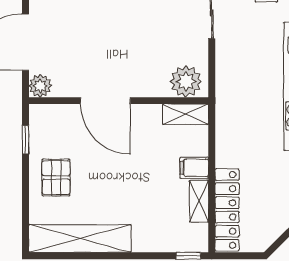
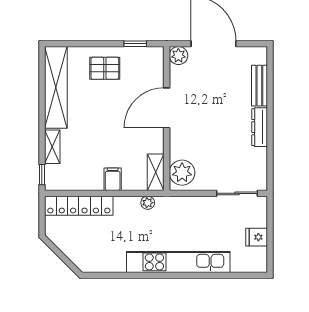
plant: (223, 124) -> (148, 203), added
shelving: (199, 201) -> (52, 147), moved, turned 90

